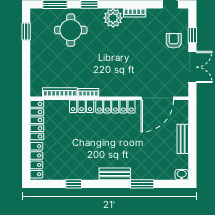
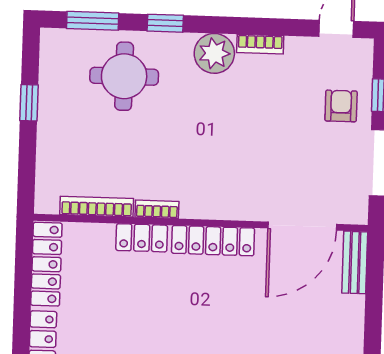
window: (26, 32) -> (29, 103), moved
bench: (183, 139) -> (355, 262), moved

